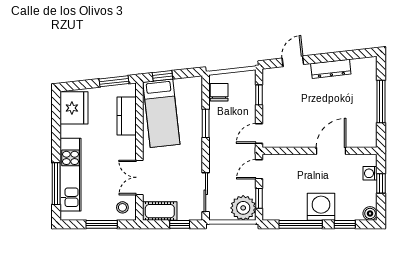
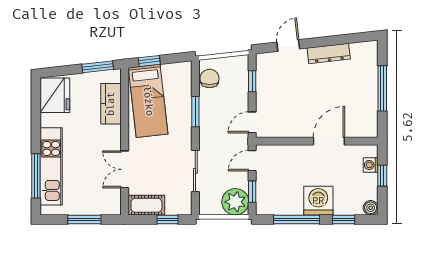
sliding door: (206, 192) -> (195, 171), moved
stool: (122, 207) -> (107, 201), removed

